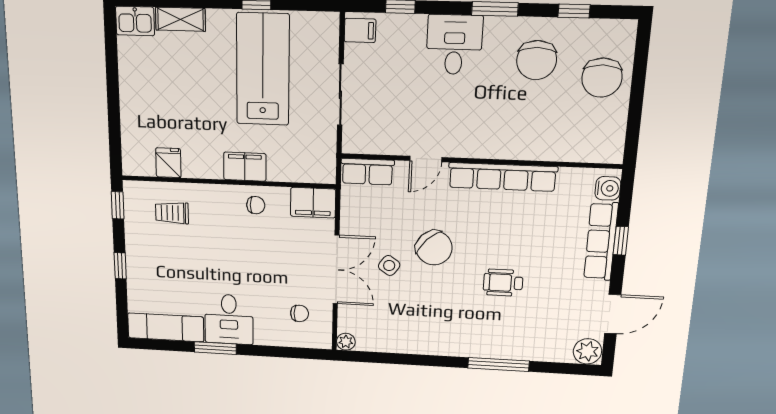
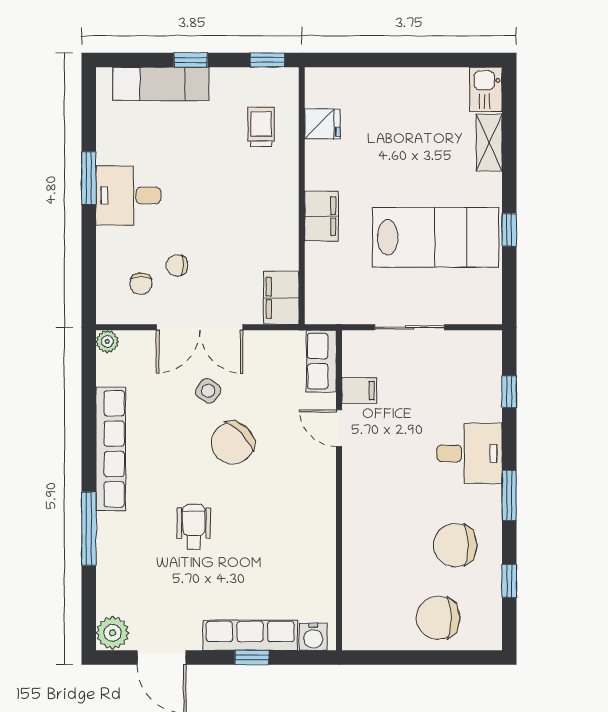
filing cabinet: (360, 30) -> (359, 391), moved, turned -90
row of seats: (502, 177) -> (111, 449), moved, turned 180
chair: (256, 205) -> (177, 265), moved, turned 90
exam couch: (166, 327) -> (161, 84), moved, turned 90

